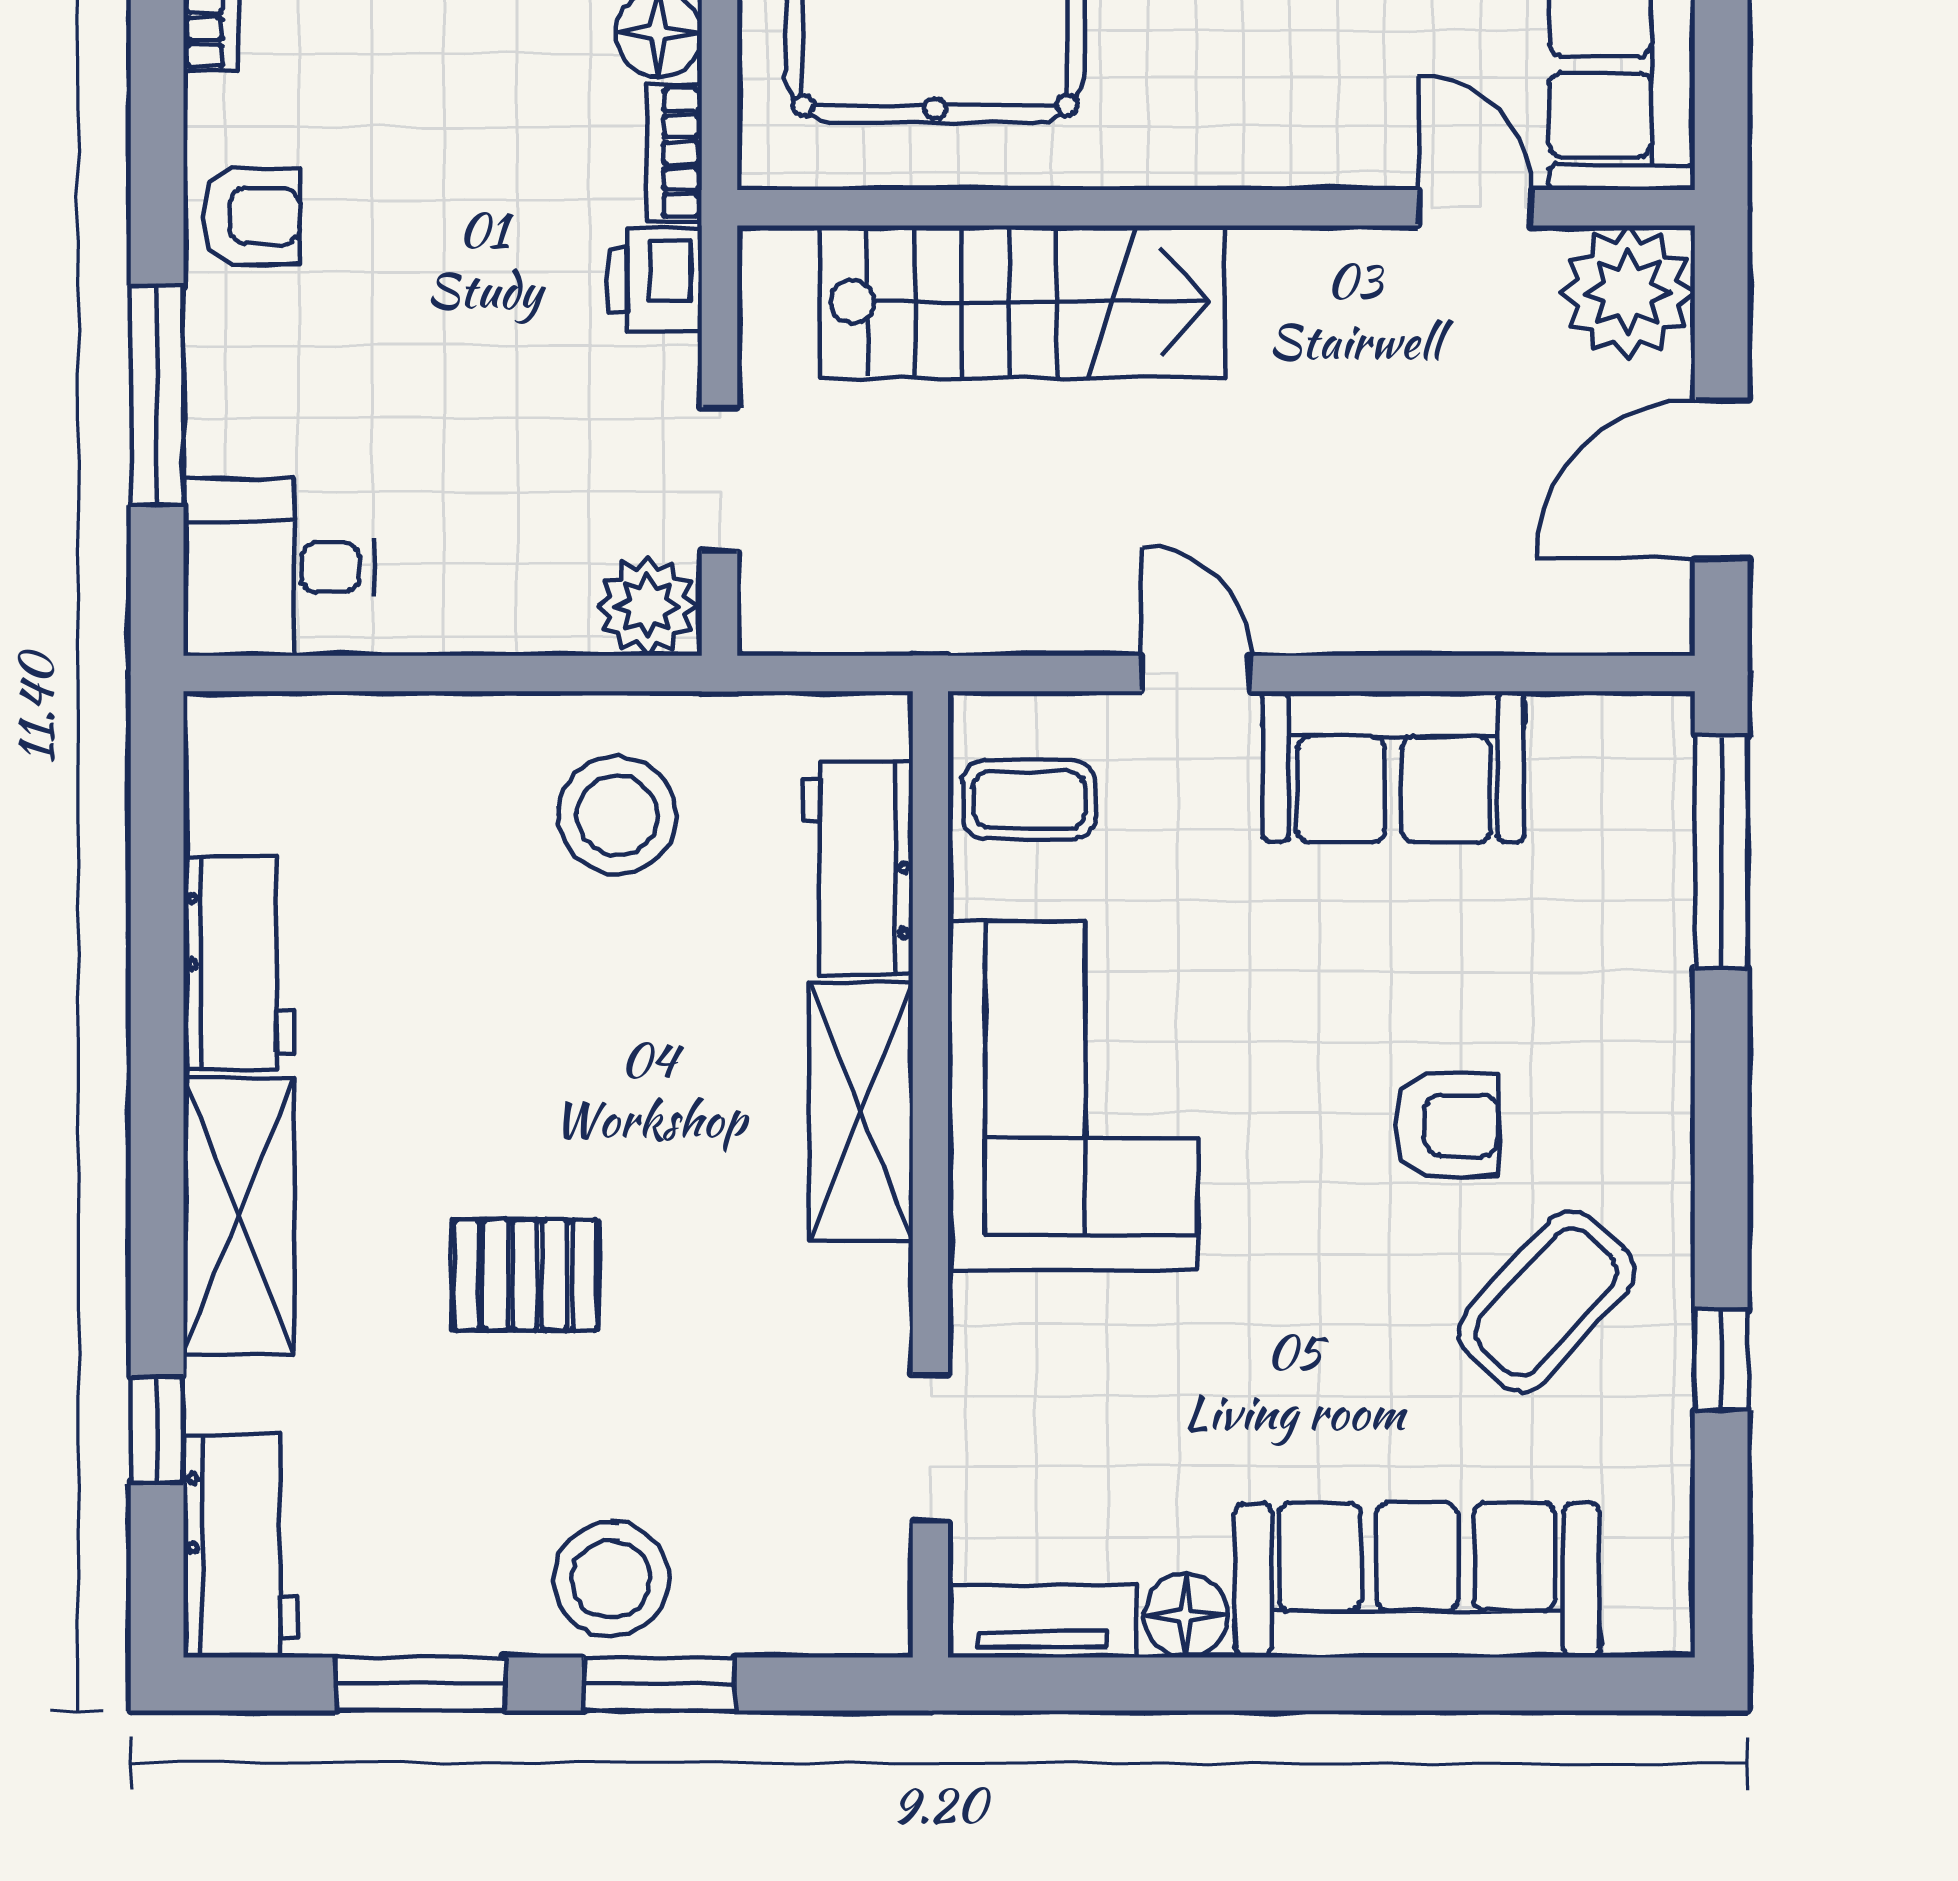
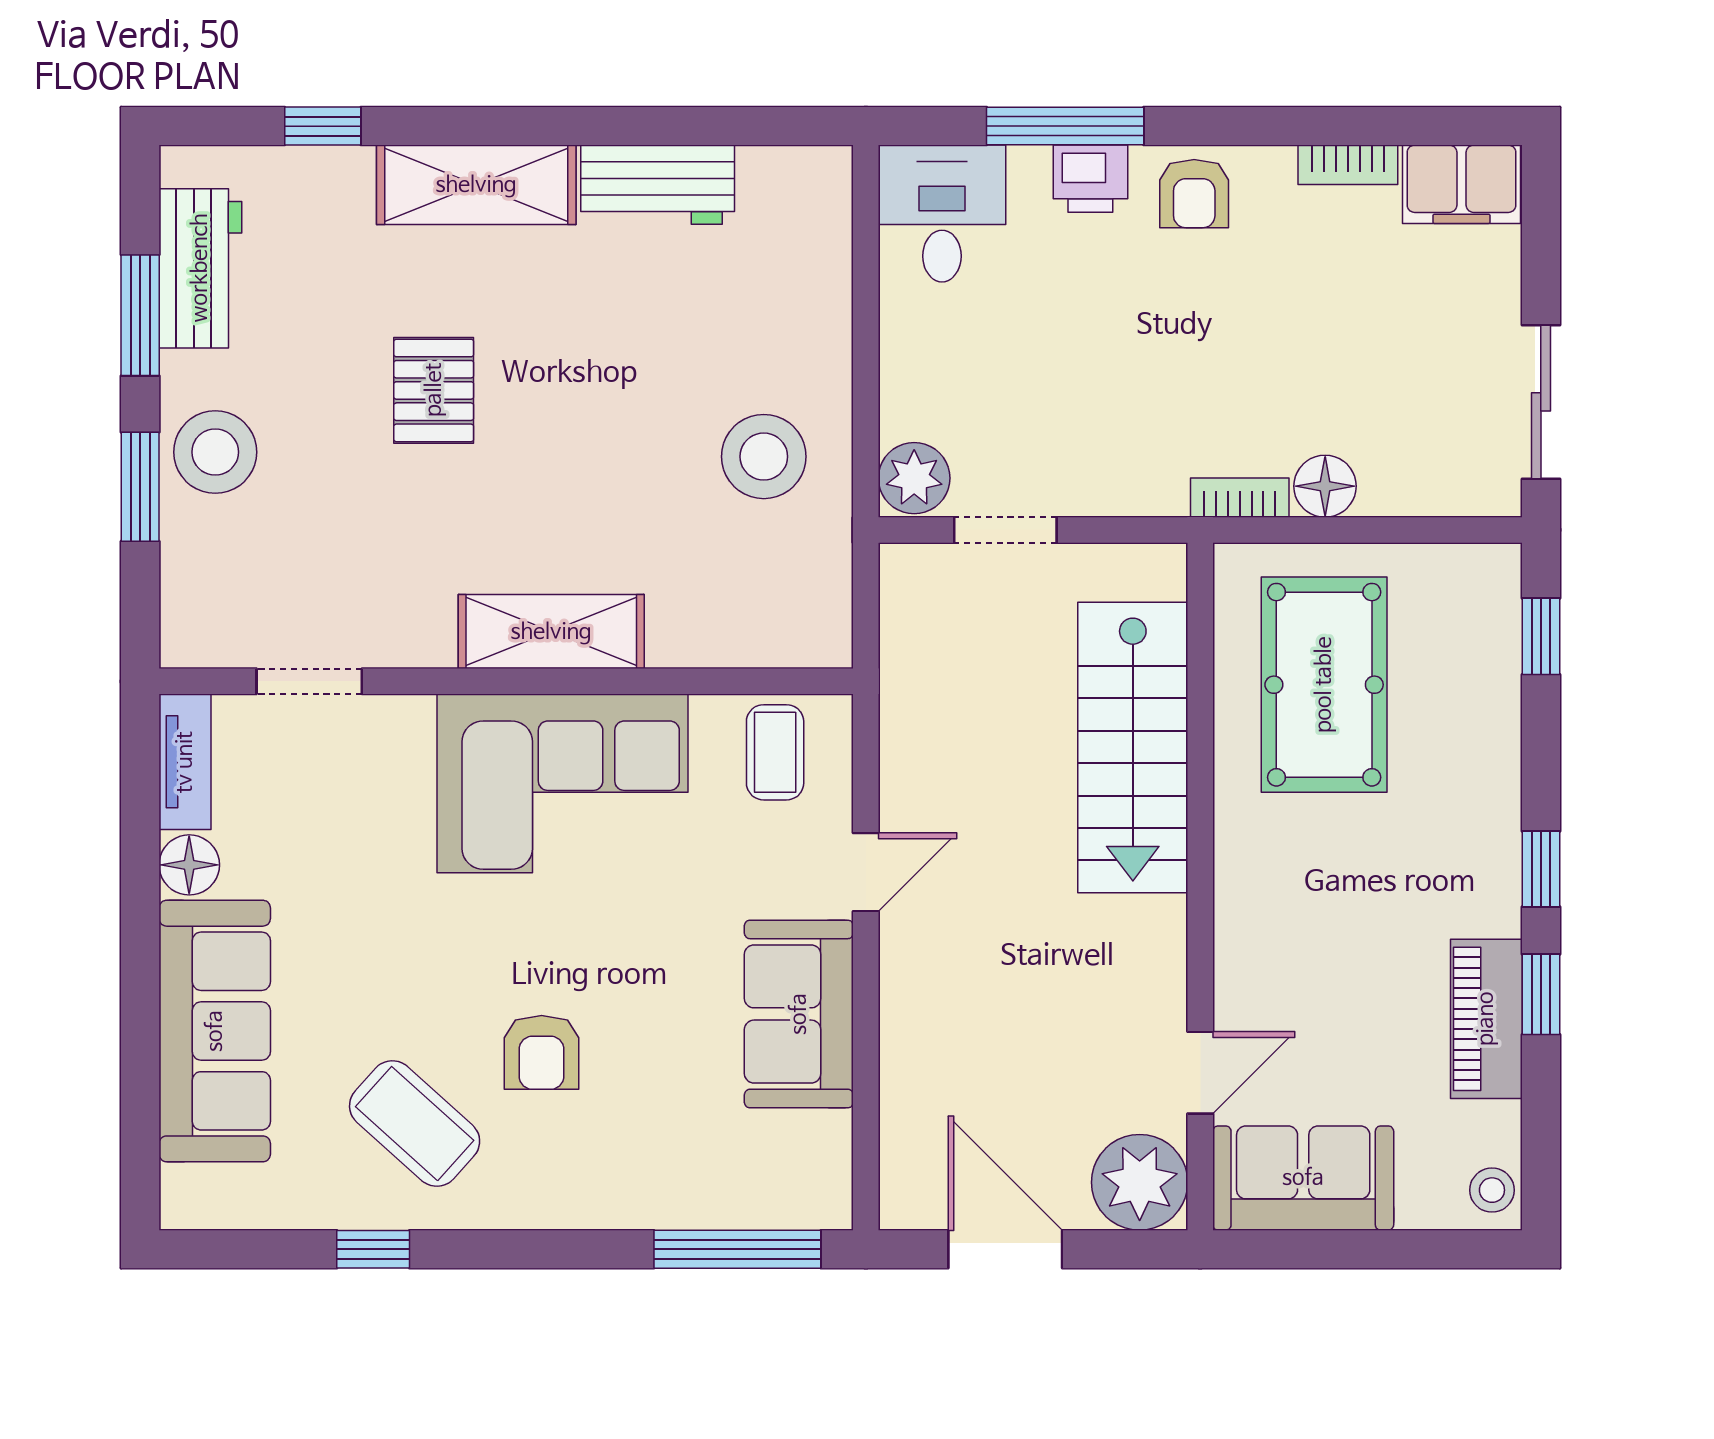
printer: (655, 280) -> (1090, 179), moved, turned 180
workbench: (858, 868) -> (726, 629), removed
workbench: (241, 1546) -> (200, 268), moved, turned -90

